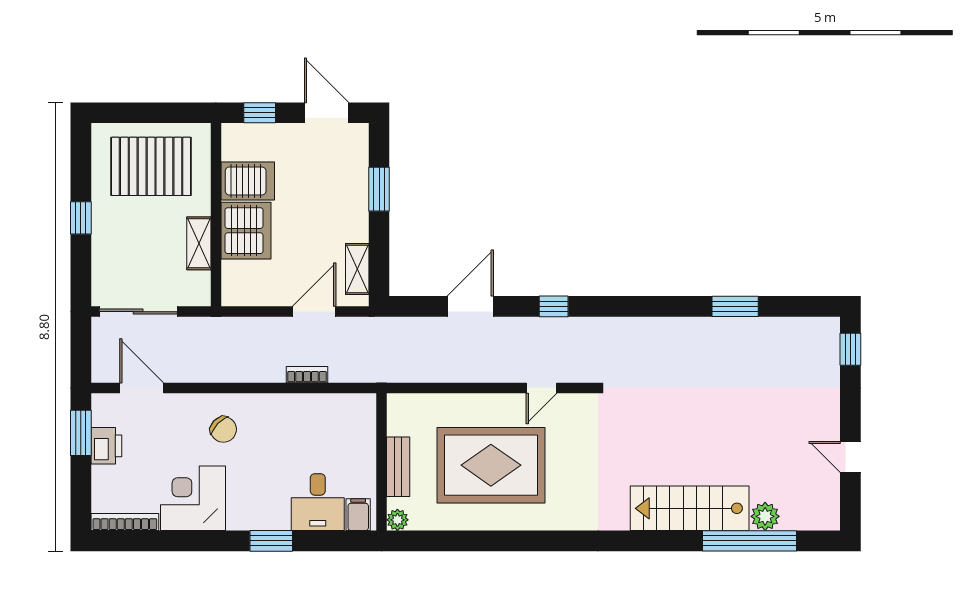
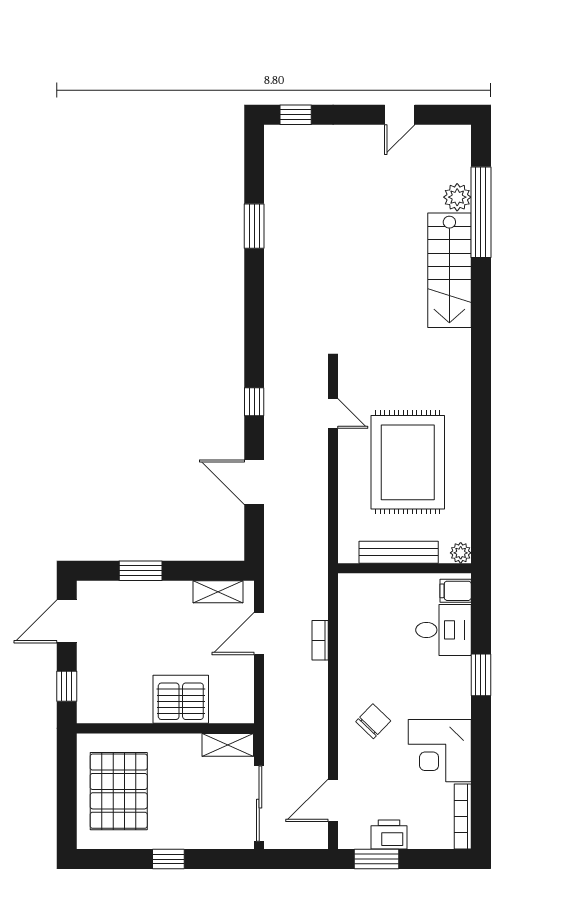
server rack: (248, 181) -> (133, 698), removed
shelving: (199, 243) -> (228, 745), moved
door: (314, 312) -> (259, 633), hinge flipped
bench: (398, 467) -> (399, 552), width x1.36

